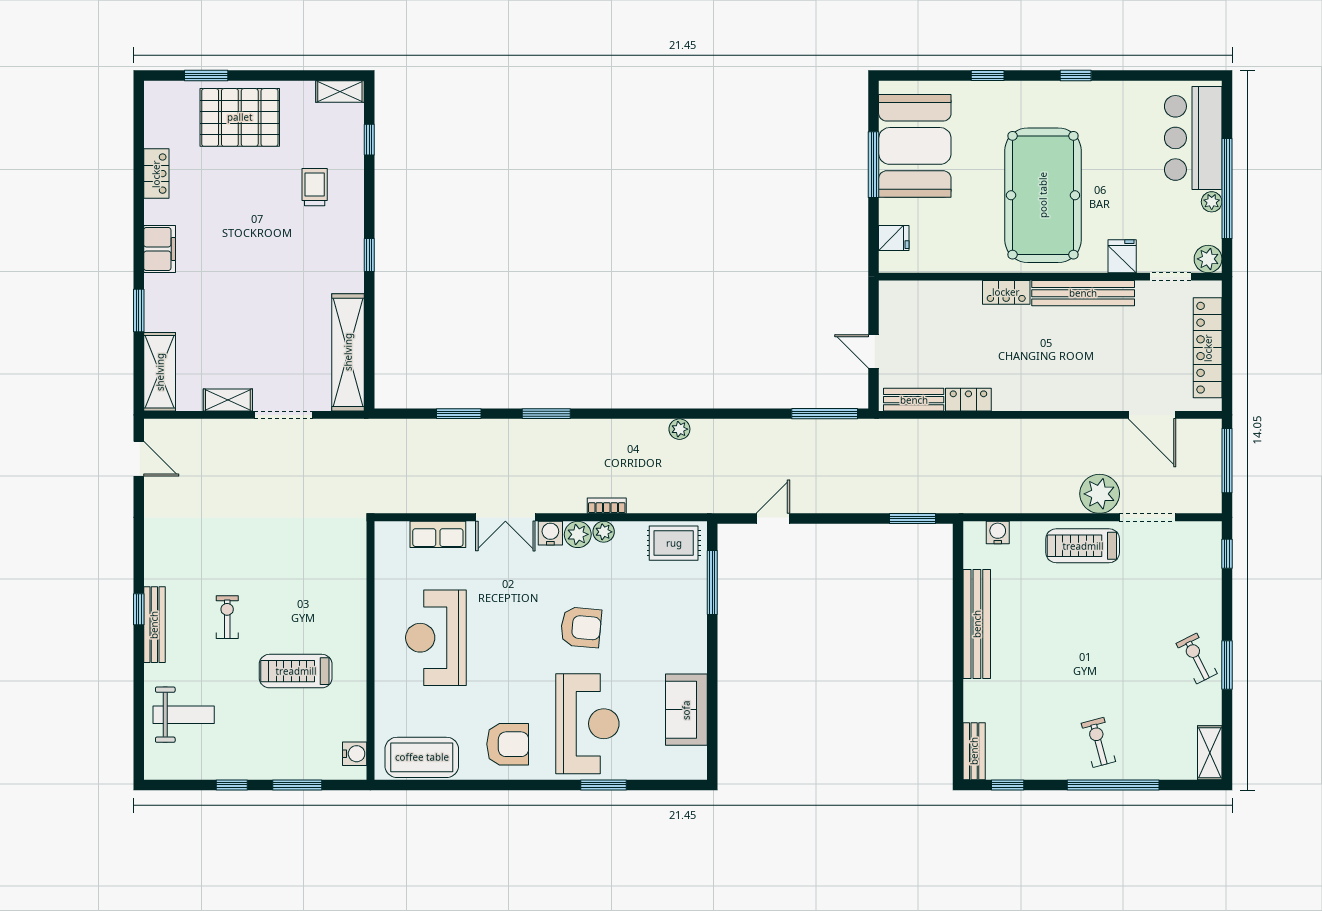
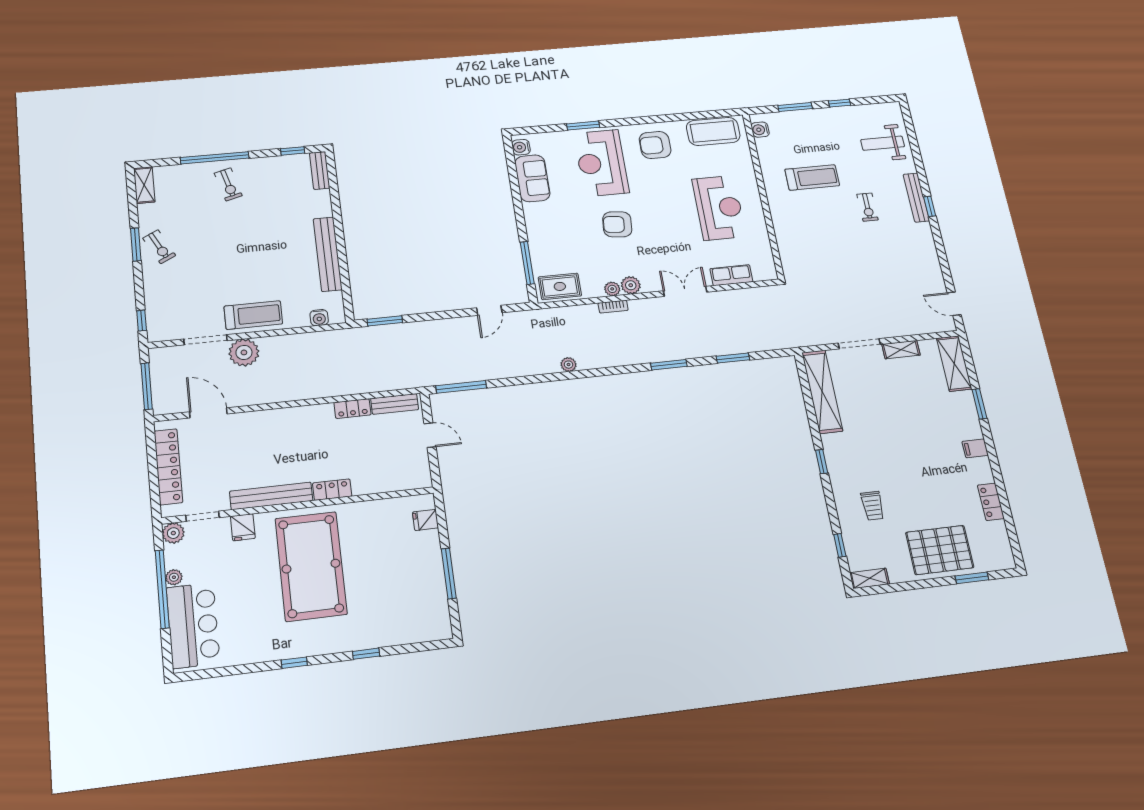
booth: (915, 146) -> (418, 592), removed
filing cabinet: (160, 249) -> (975, 448), width x0.50
water cooler: (550, 533) -> (521, 147), moved, turned 90

